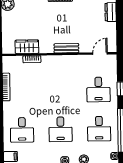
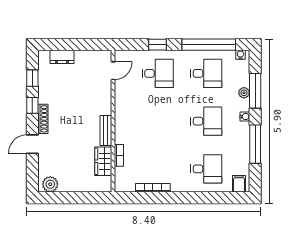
bench: (66, 48) -> (106, 131), moved
door: (100, 53) -> (113, 71), swing flipped

